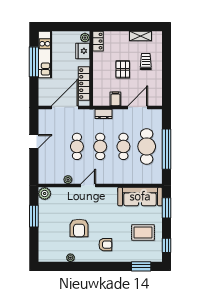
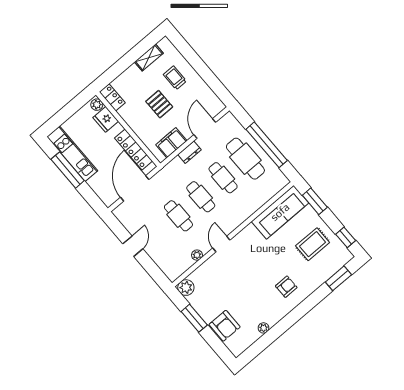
filing cabinet: (115, 99) -> (171, 143), width x2.00
dresser: (103, 114) -> (189, 152), moved
armchair: (79, 228) -> (225, 326), moved

